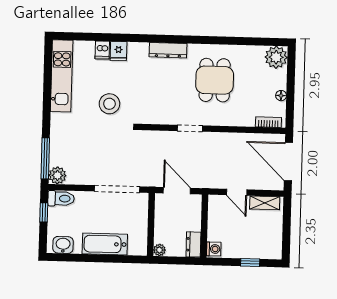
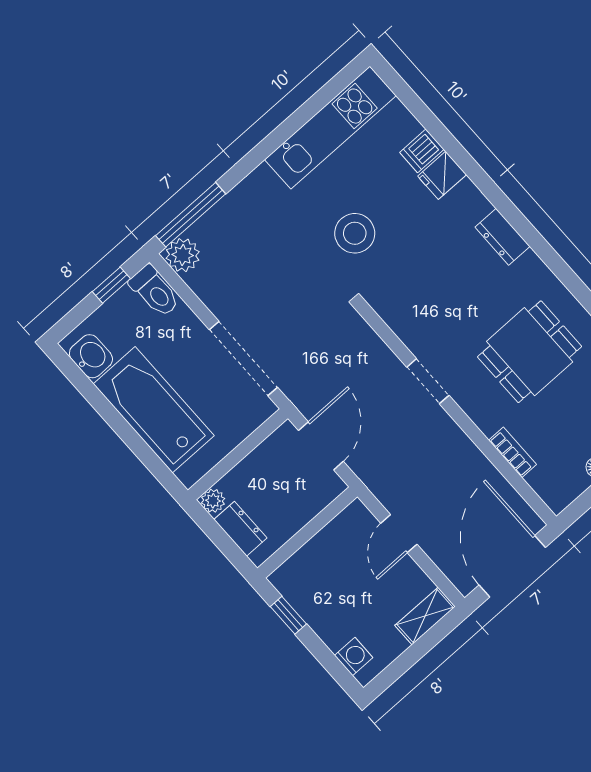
dresser: (168, 50) -> (502, 237), width x0.70
bookcase: (268, 122) -> (513, 452), moved
shelving: (265, 203) -> (425, 616), moved, turned 90
bathtub: (105, 244) -> (154, 410), width x1.36, depth x1.36
dresser: (193, 244) -> (240, 529), moved, turned 90
washing machine: (214, 249) -> (354, 656), moved, turned -90
window: (250, 263) -> (288, 615), moved

